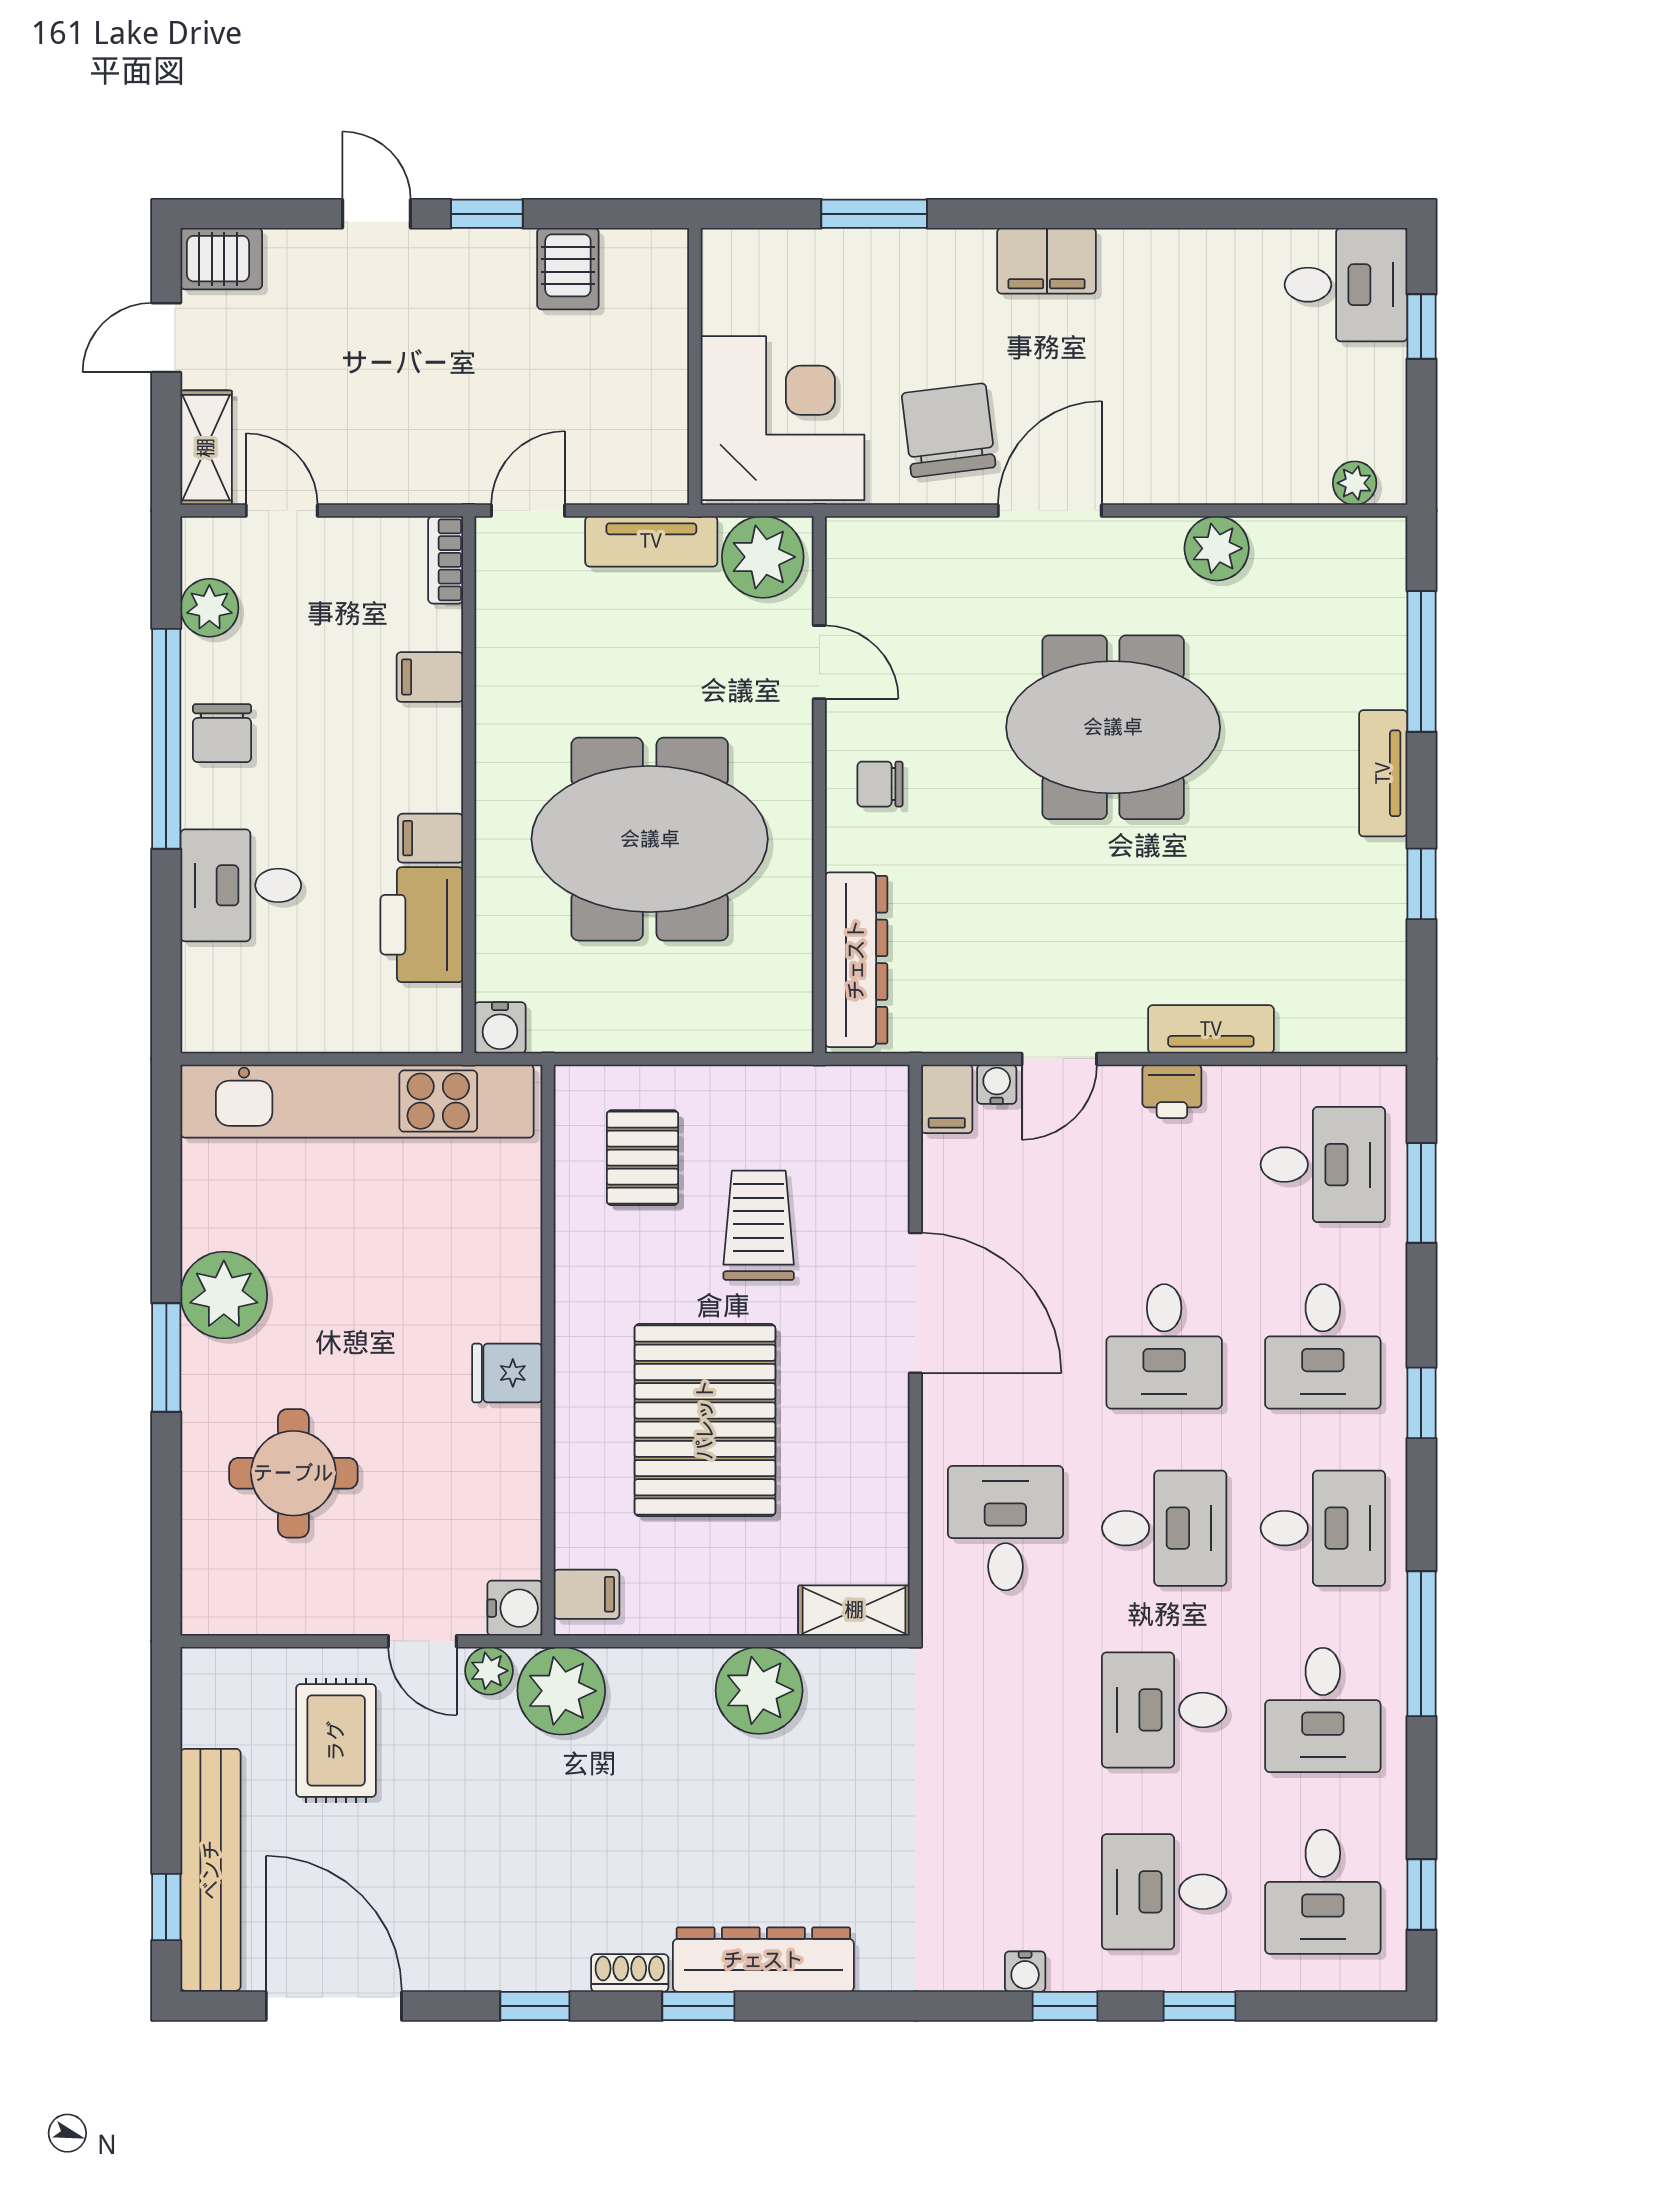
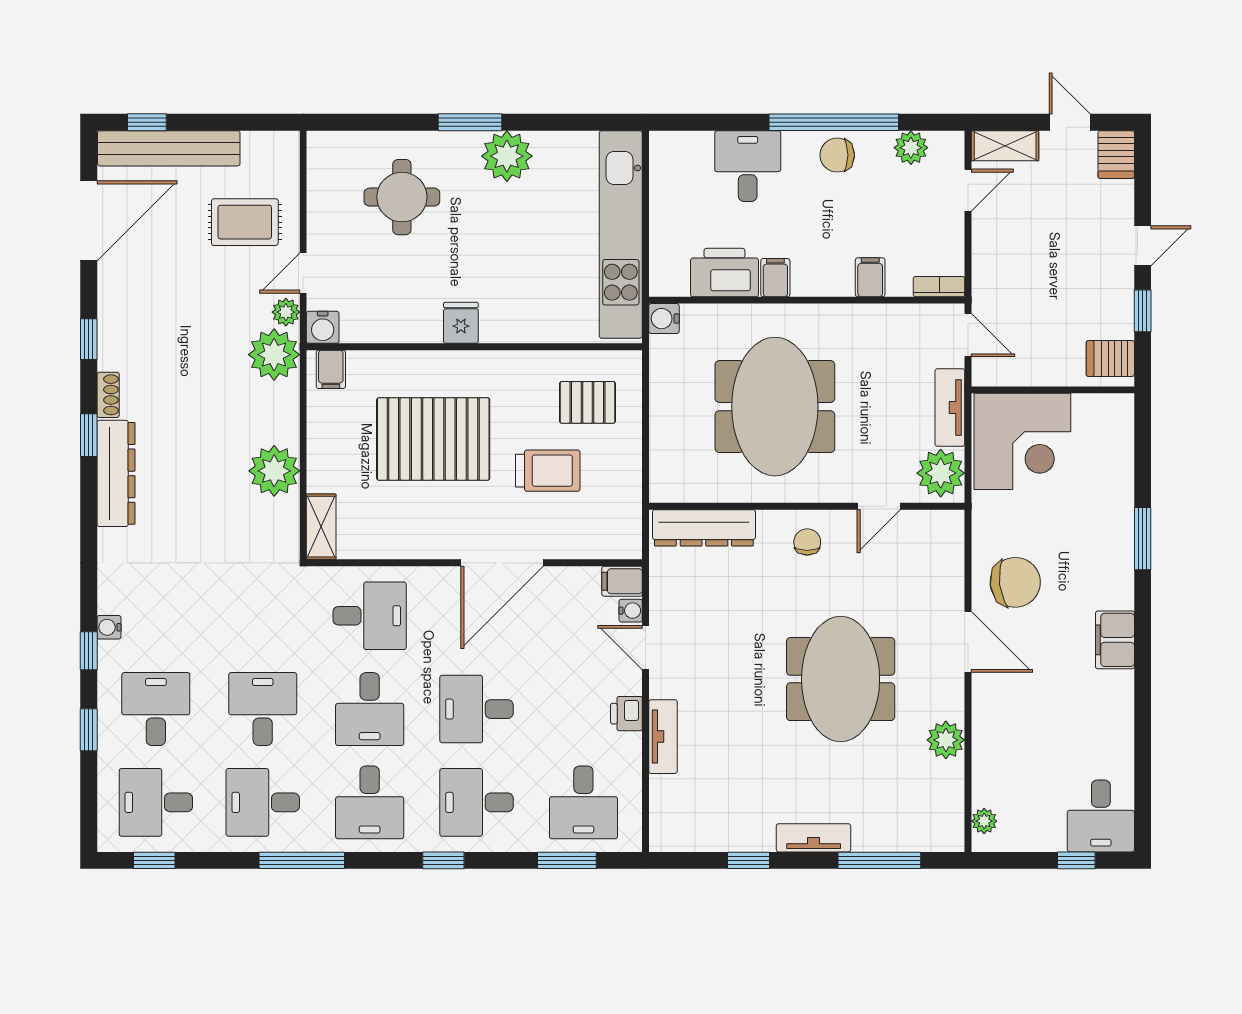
wall: (695, 366) -> (1053, 390), moved
corner desk: (783, 418) -> (1022, 441), moved

